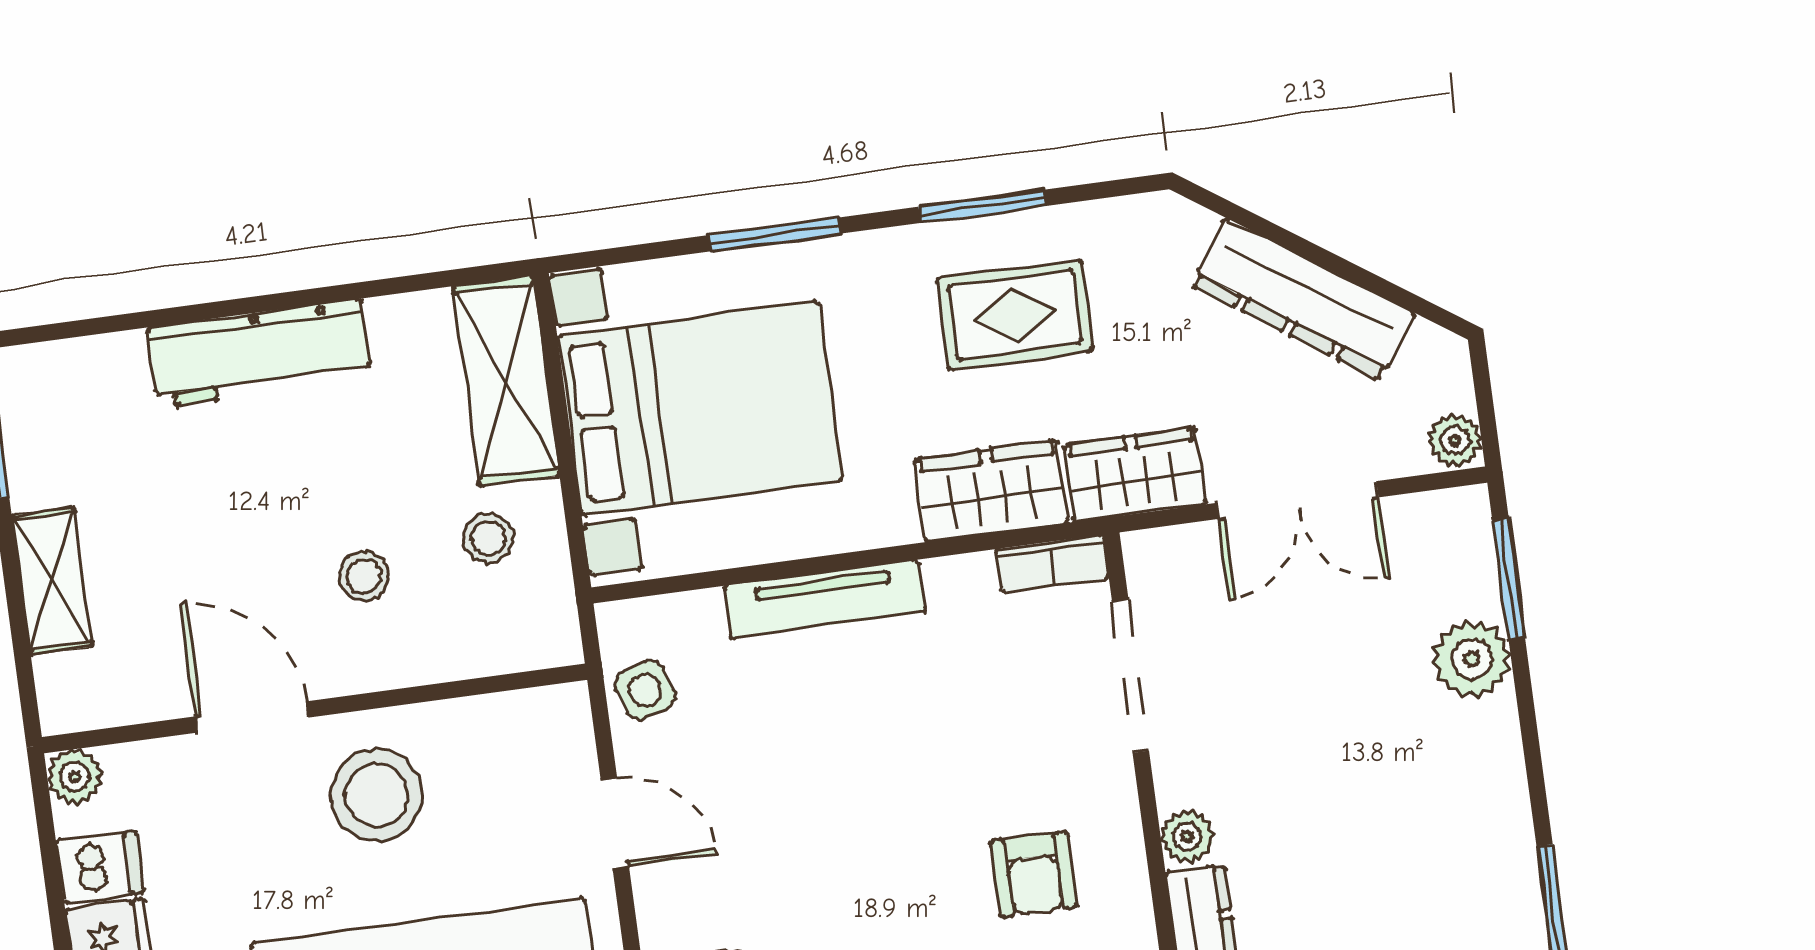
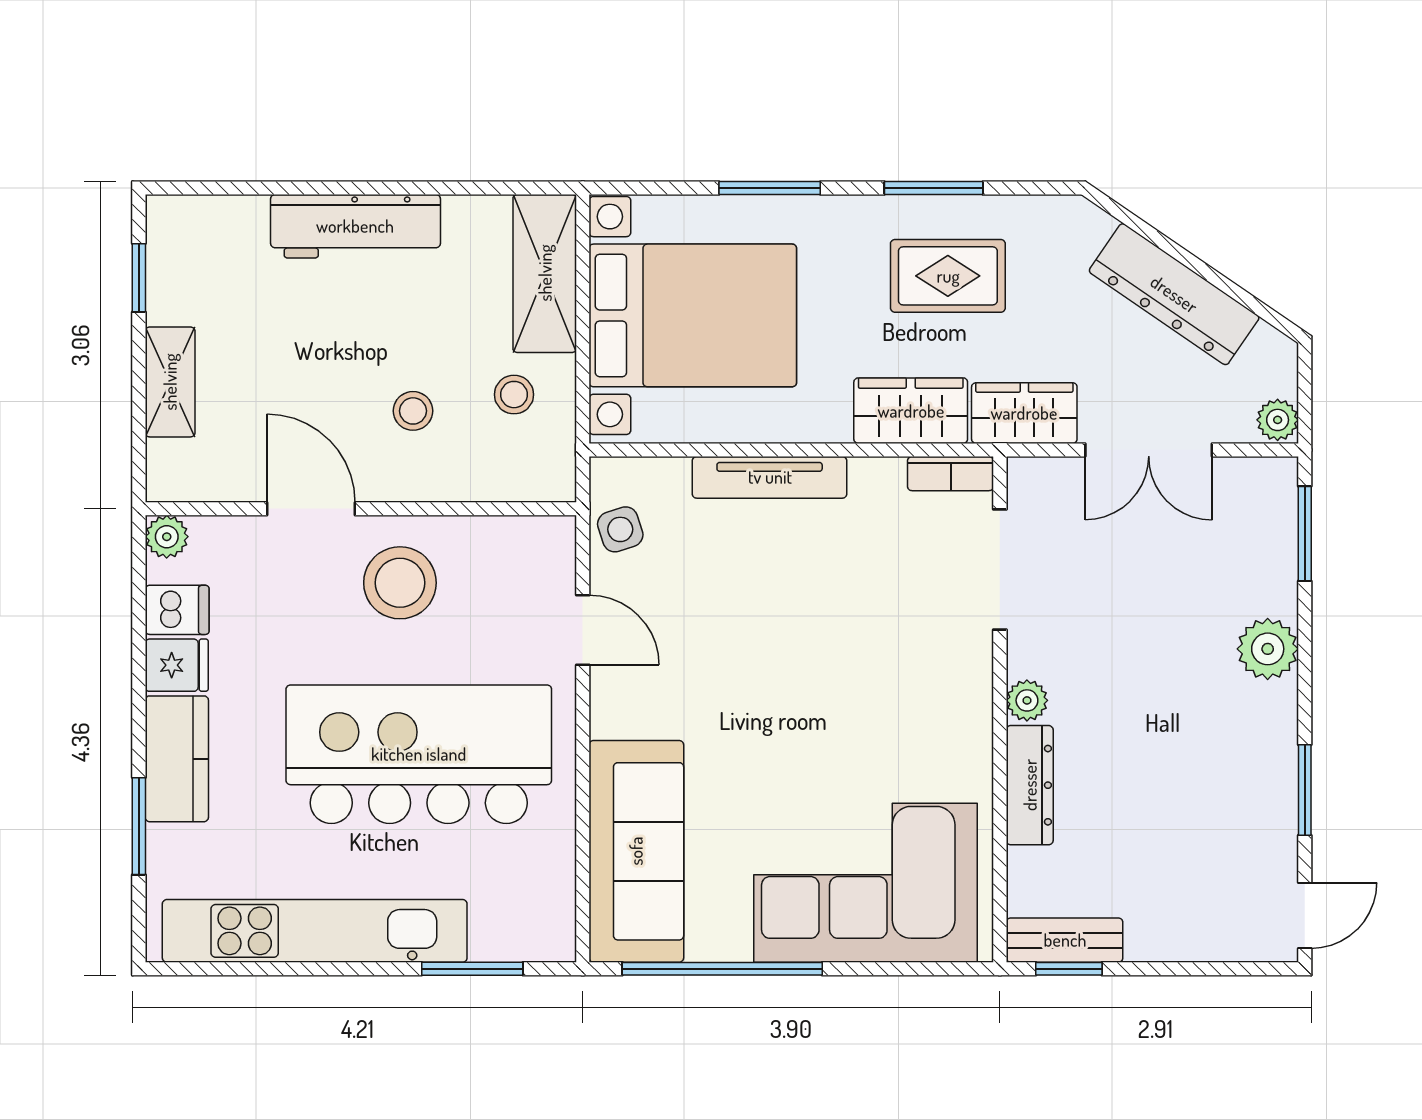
plant: (1472, 659) -> (1268, 649), moved
armchair: (1034, 874) -> (904, 714), removed

